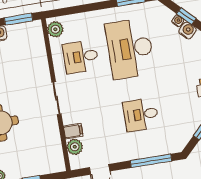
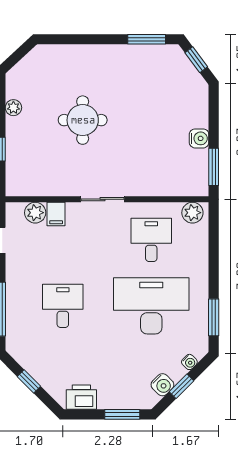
water cooler: (178, 21) -> (189, 362), moved

